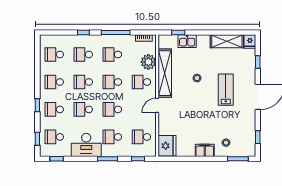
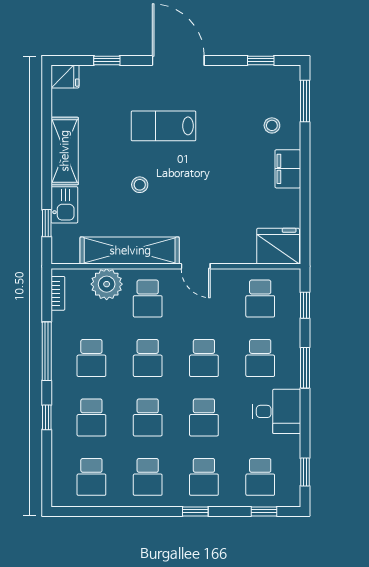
shelving: (227, 41) -> (65, 151), moved
desk: (86, 145) -> (277, 411), width x0.73

